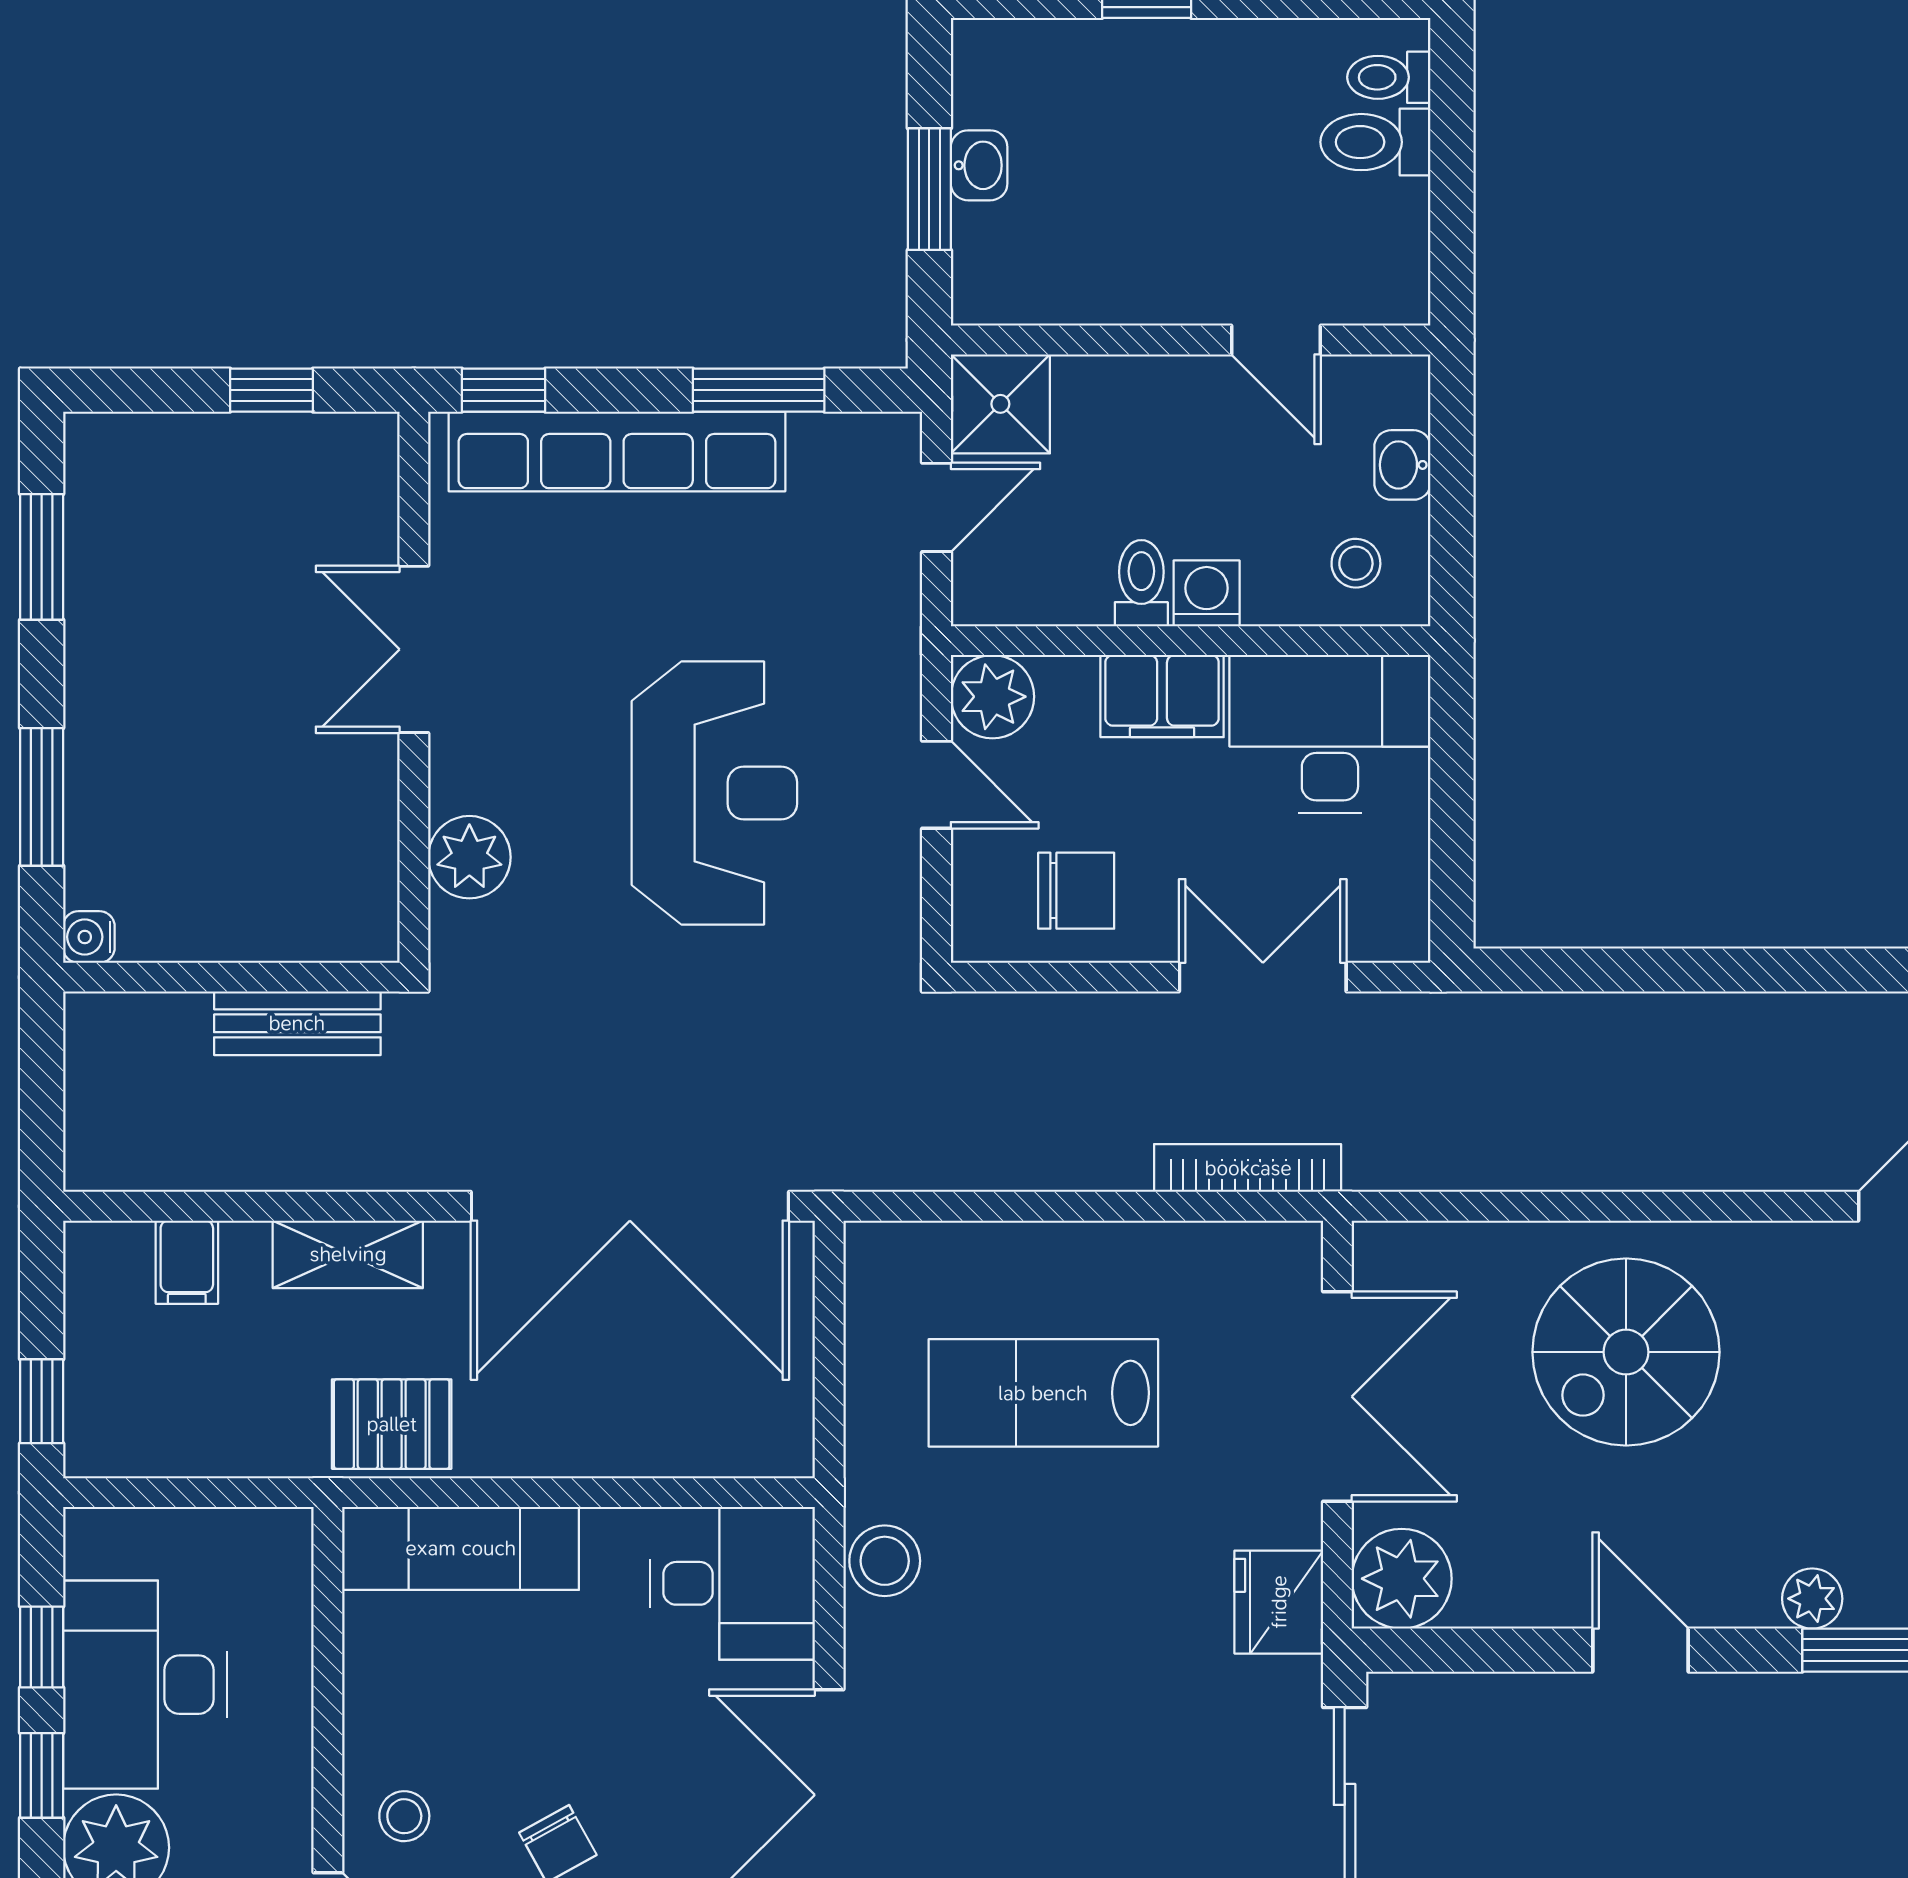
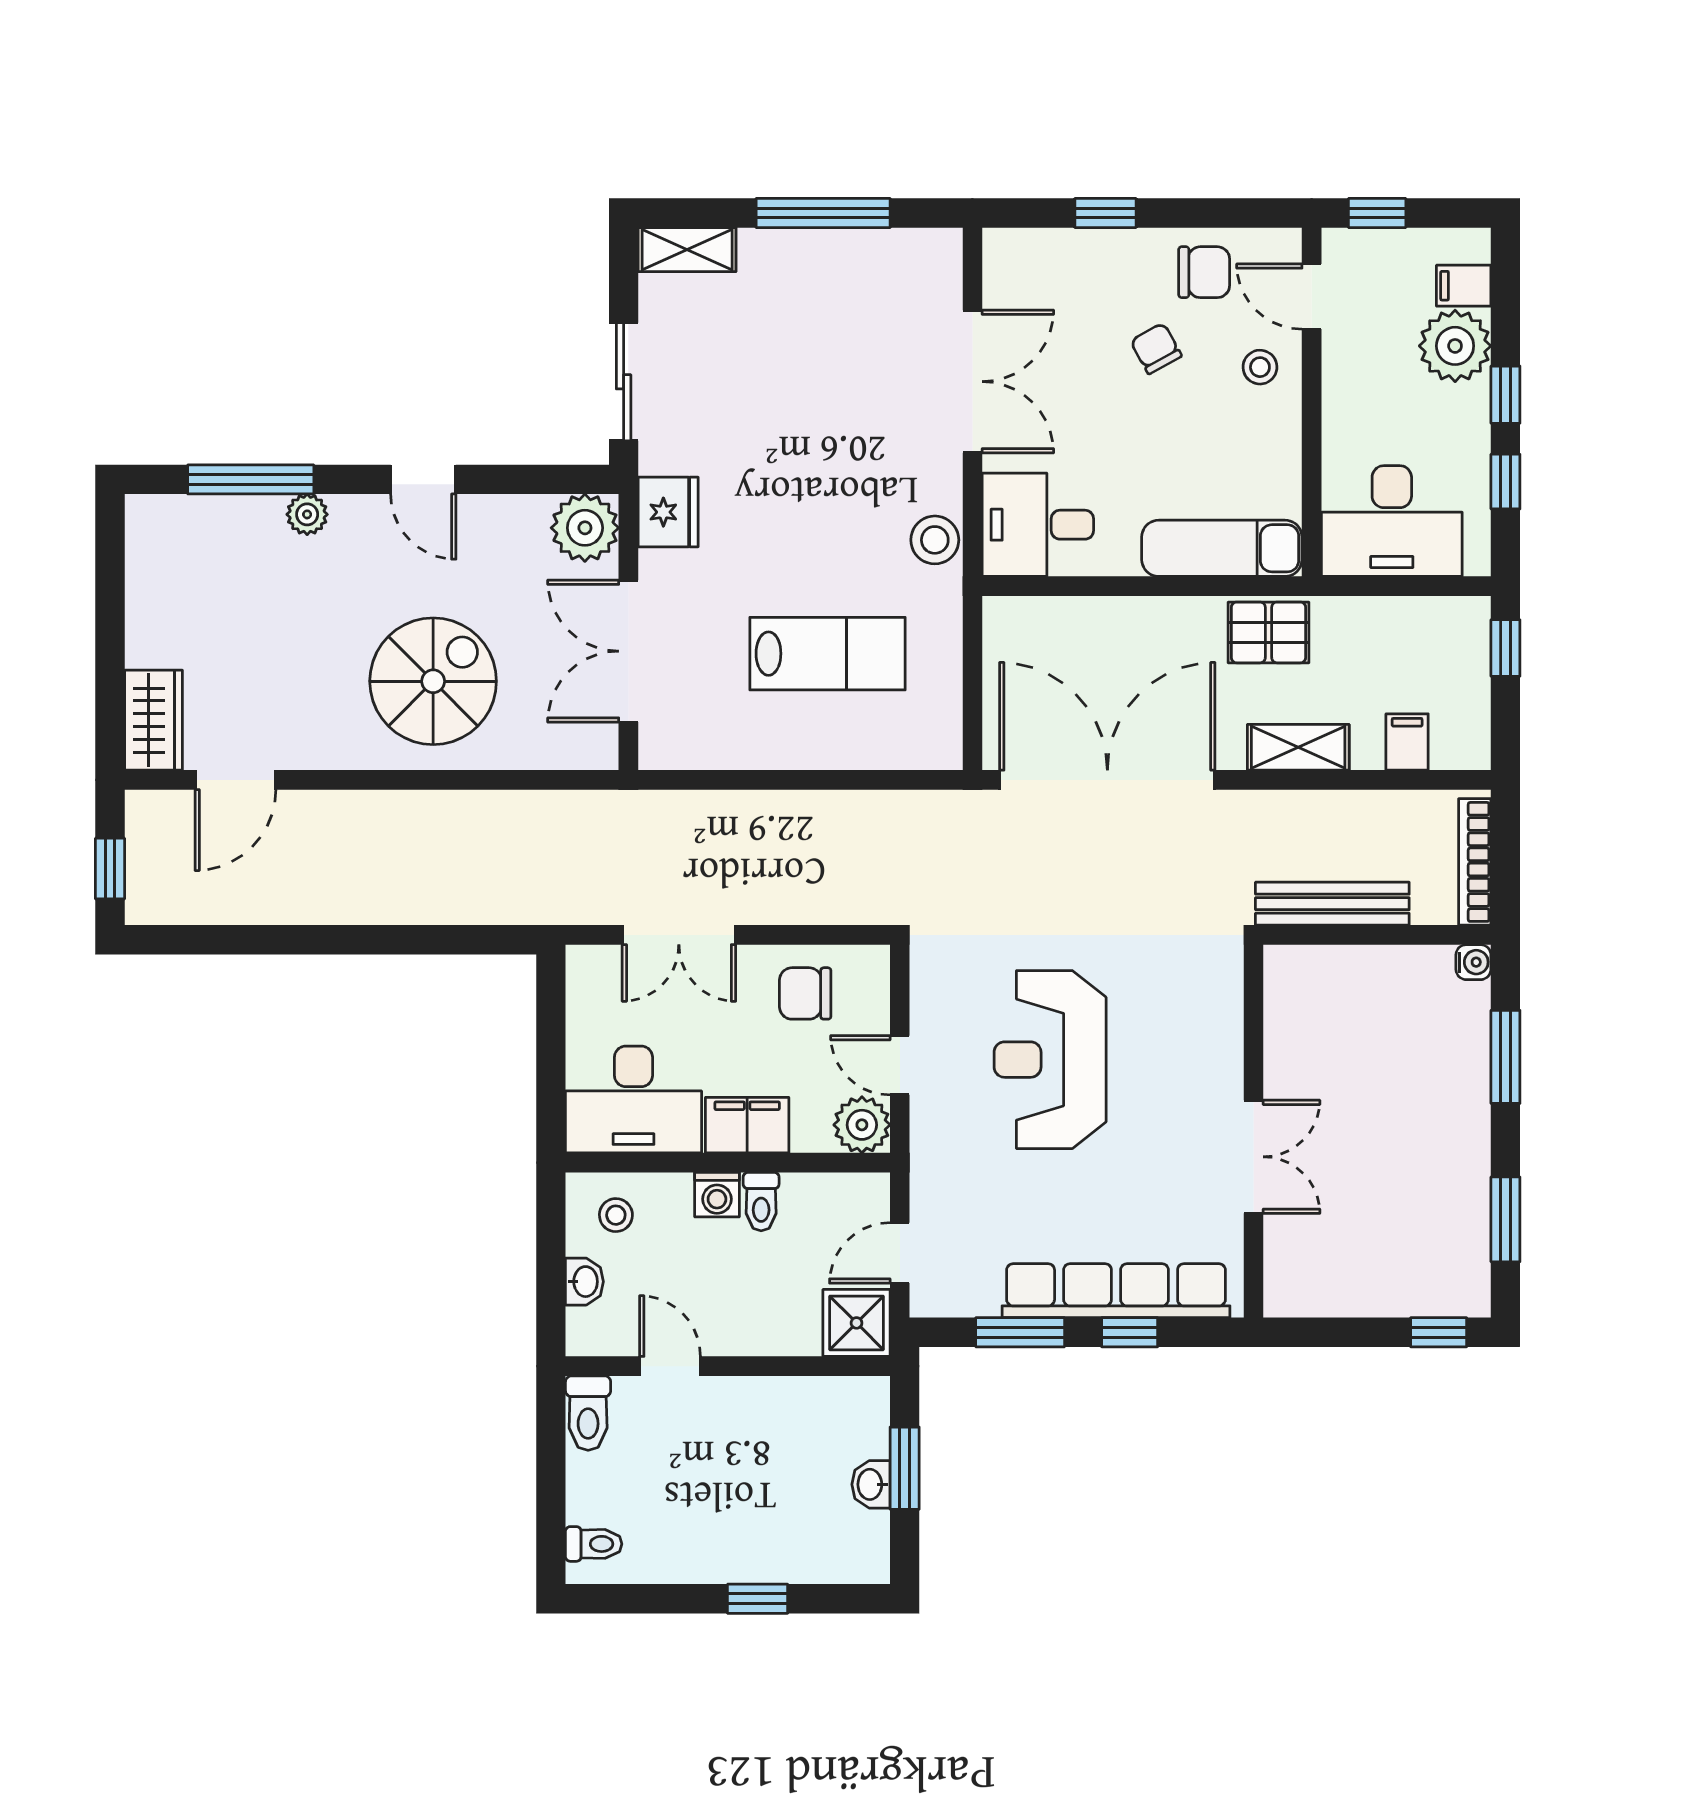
toilet: (1375, 142) -> (588, 1413), moved, turned 90
window: (271, 390) -> (1439, 1332), moved
window: (504, 390) -> (1130, 1332), moved
plant: (469, 857) -> (1216, 1016), removed
bench: (297, 1023) -> (1332, 904), width x1.36
bookcase: (1248, 1168) -> (1475, 862), moved, turned 90
desk: (145, 1685) -> (1392, 521), moved, turned 90

